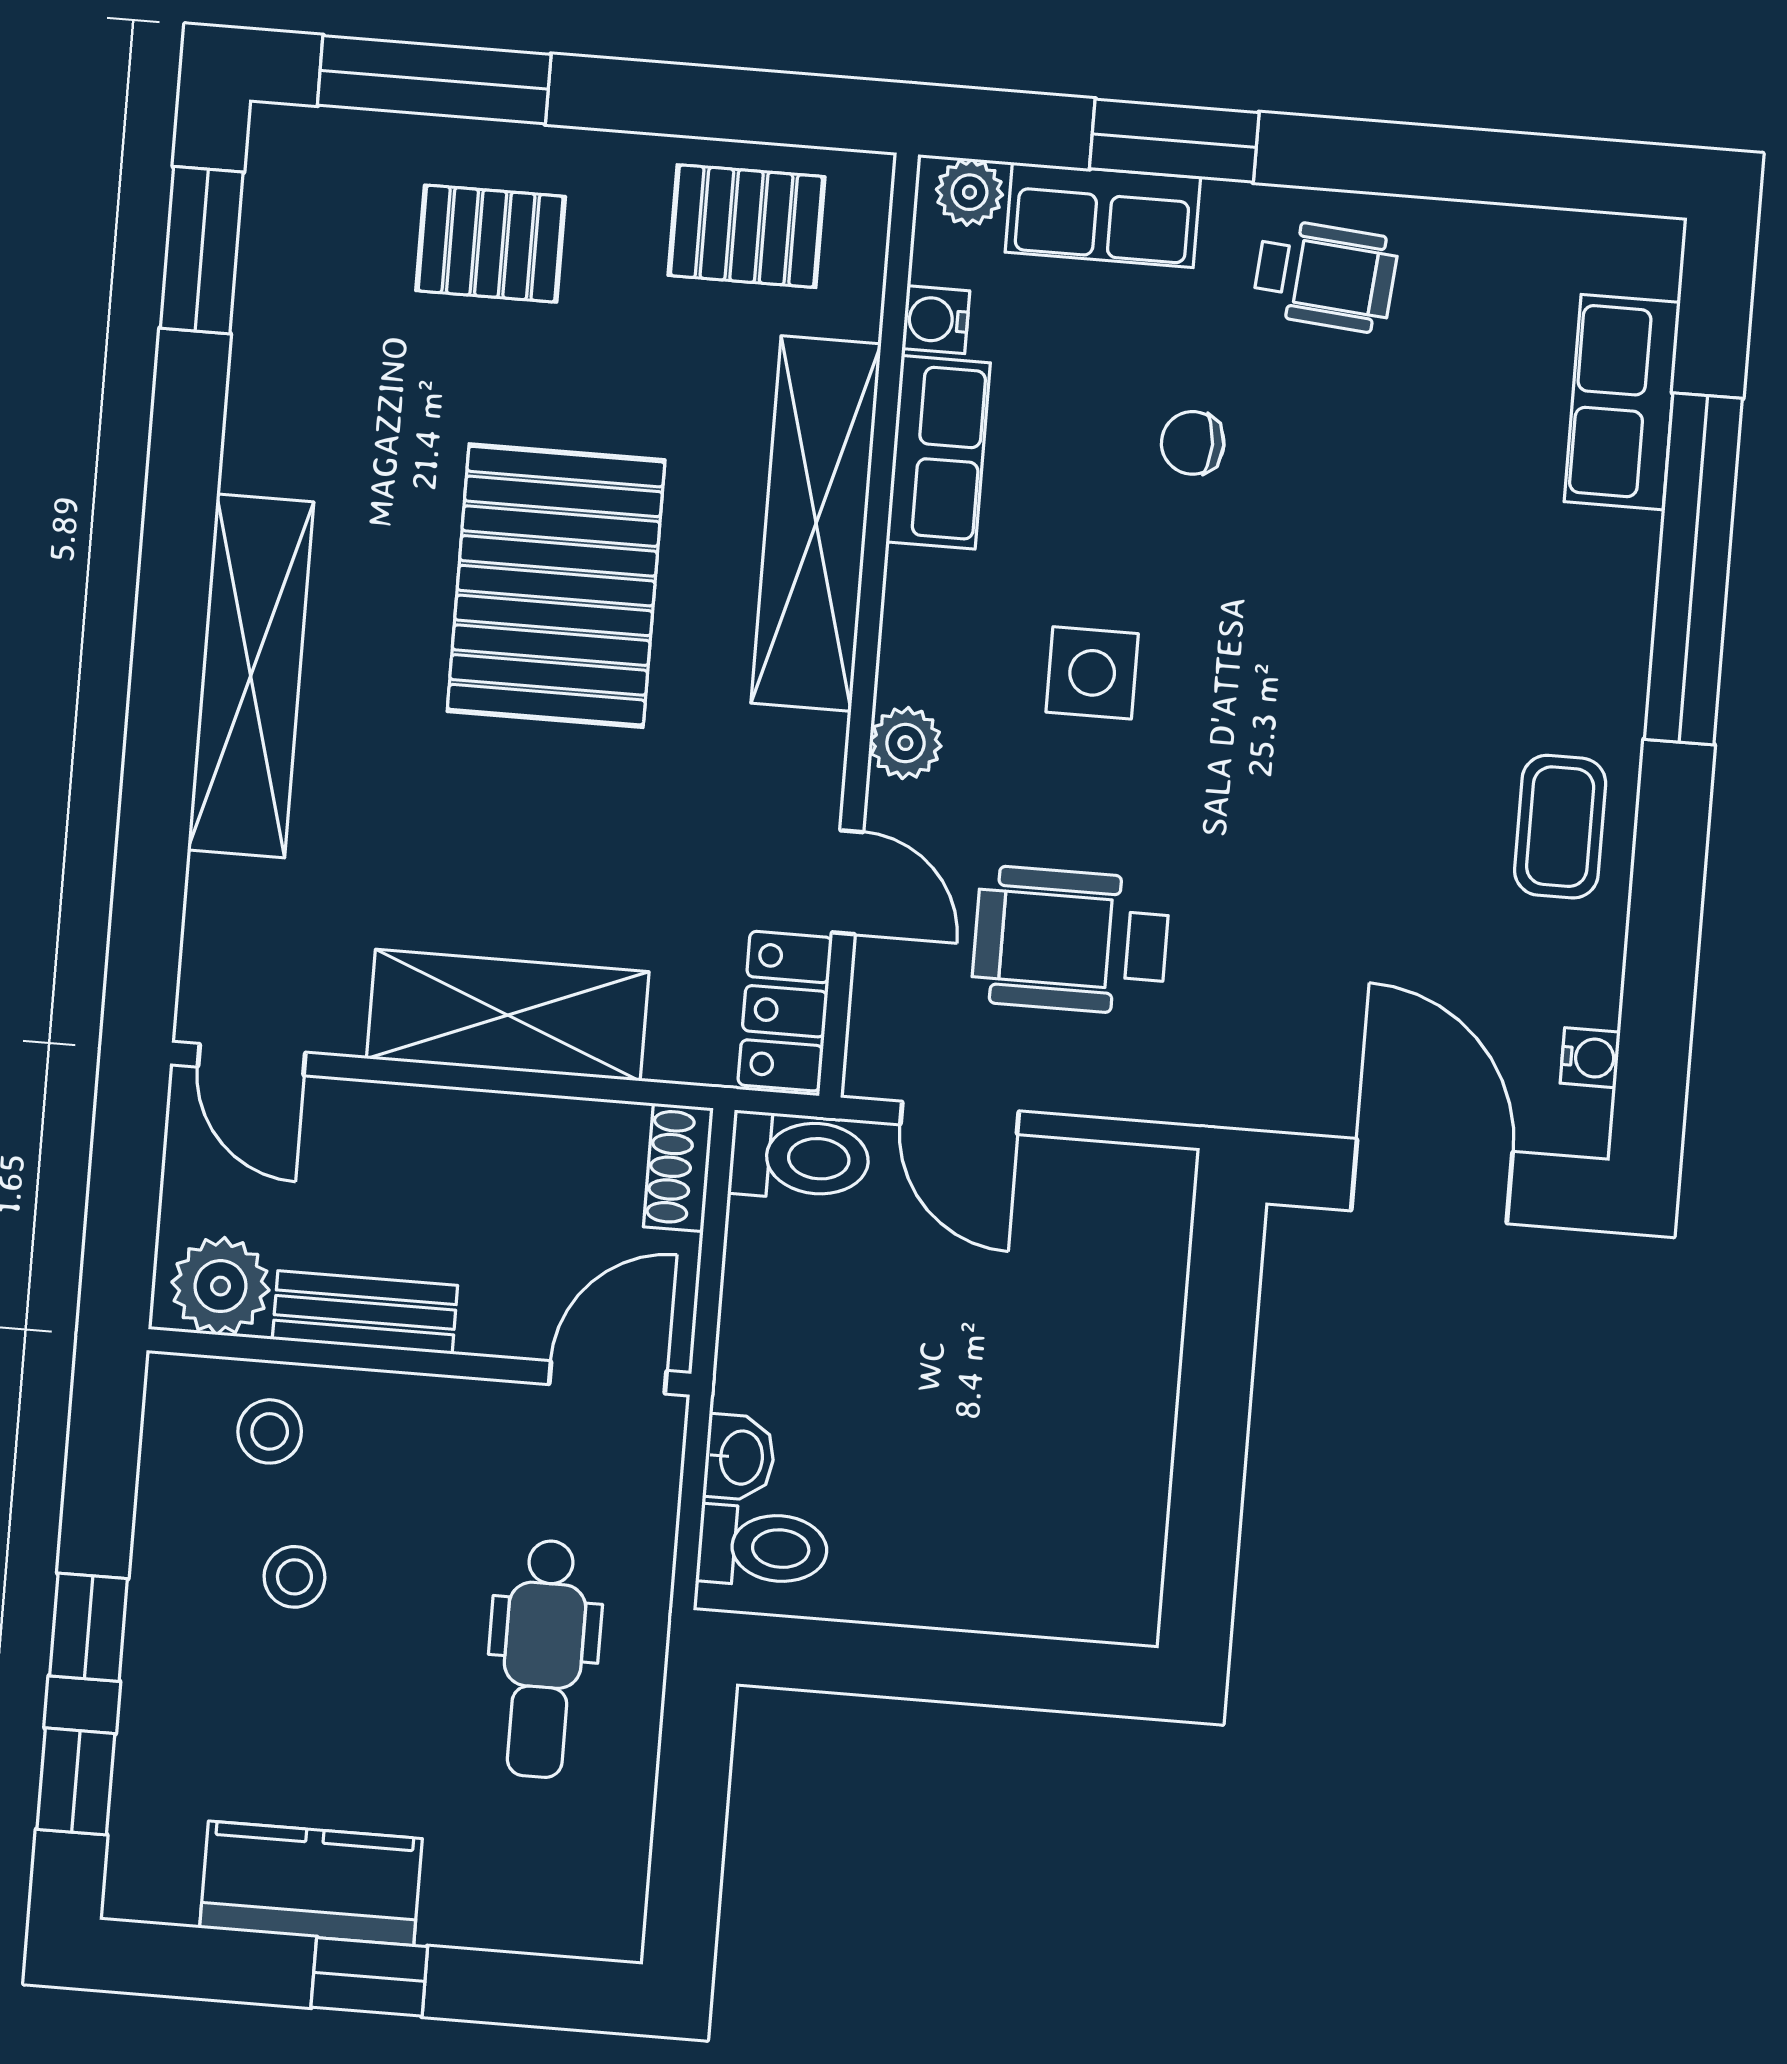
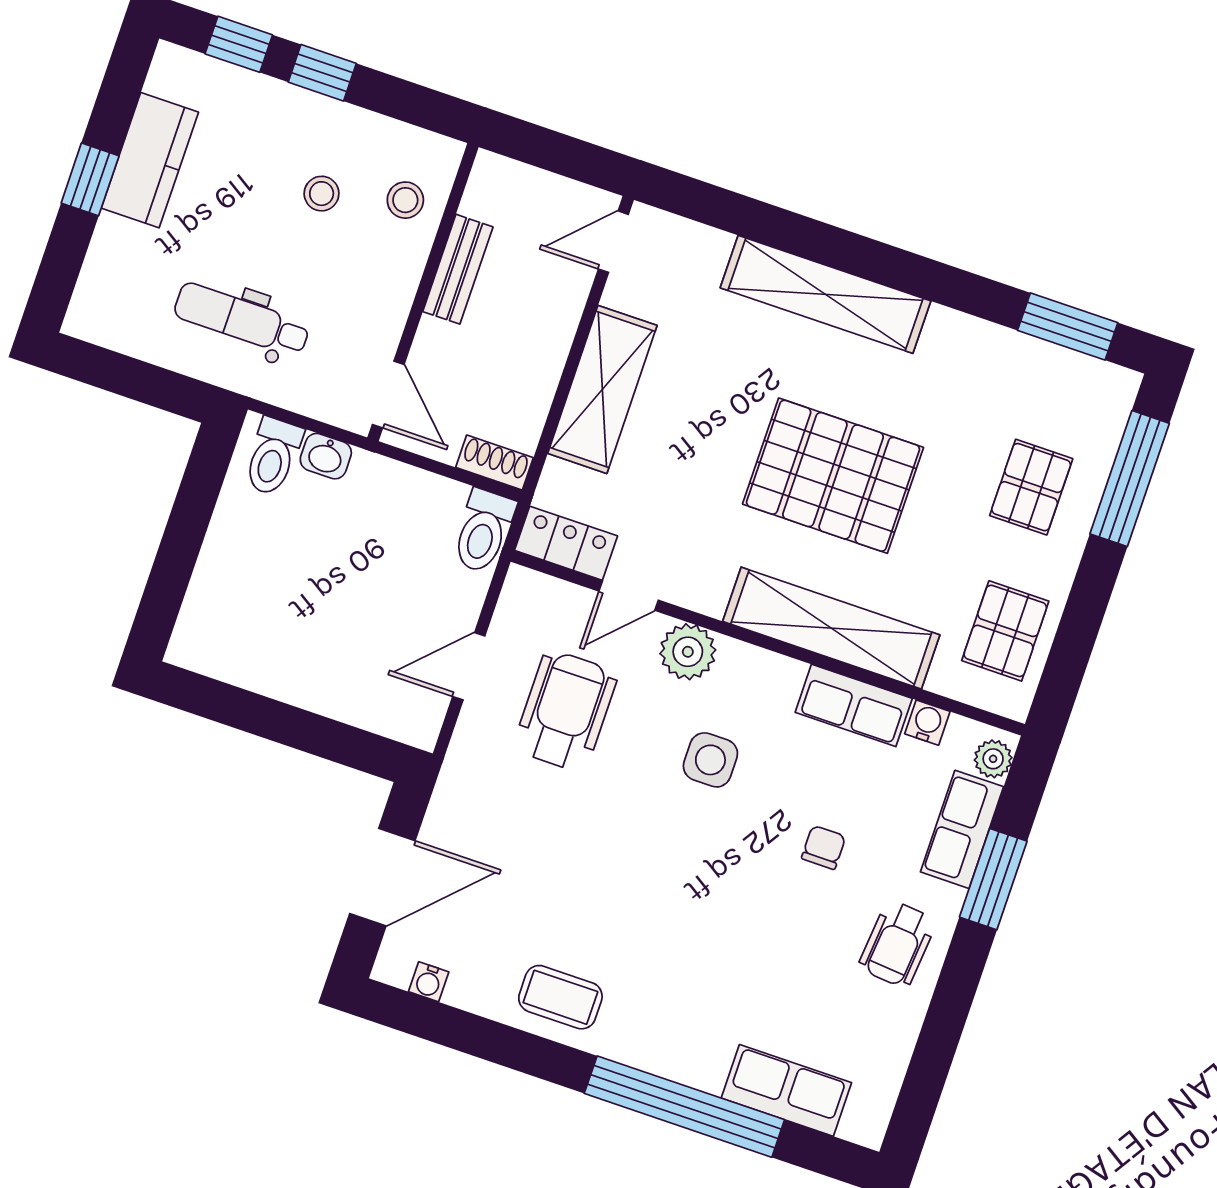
plant: (905, 743) -> (688, 652), width x1.38, depth x1.38
door: (960, 1118) -> (469, 666), moved
plant: (220, 1286) -> (493, 193), removed

